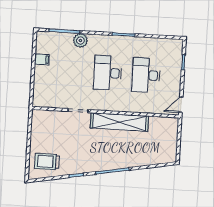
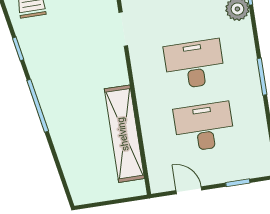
door: (181, 105) -> (189, 190), moved
shelving: (119, 122) -> (124, 134), moved

